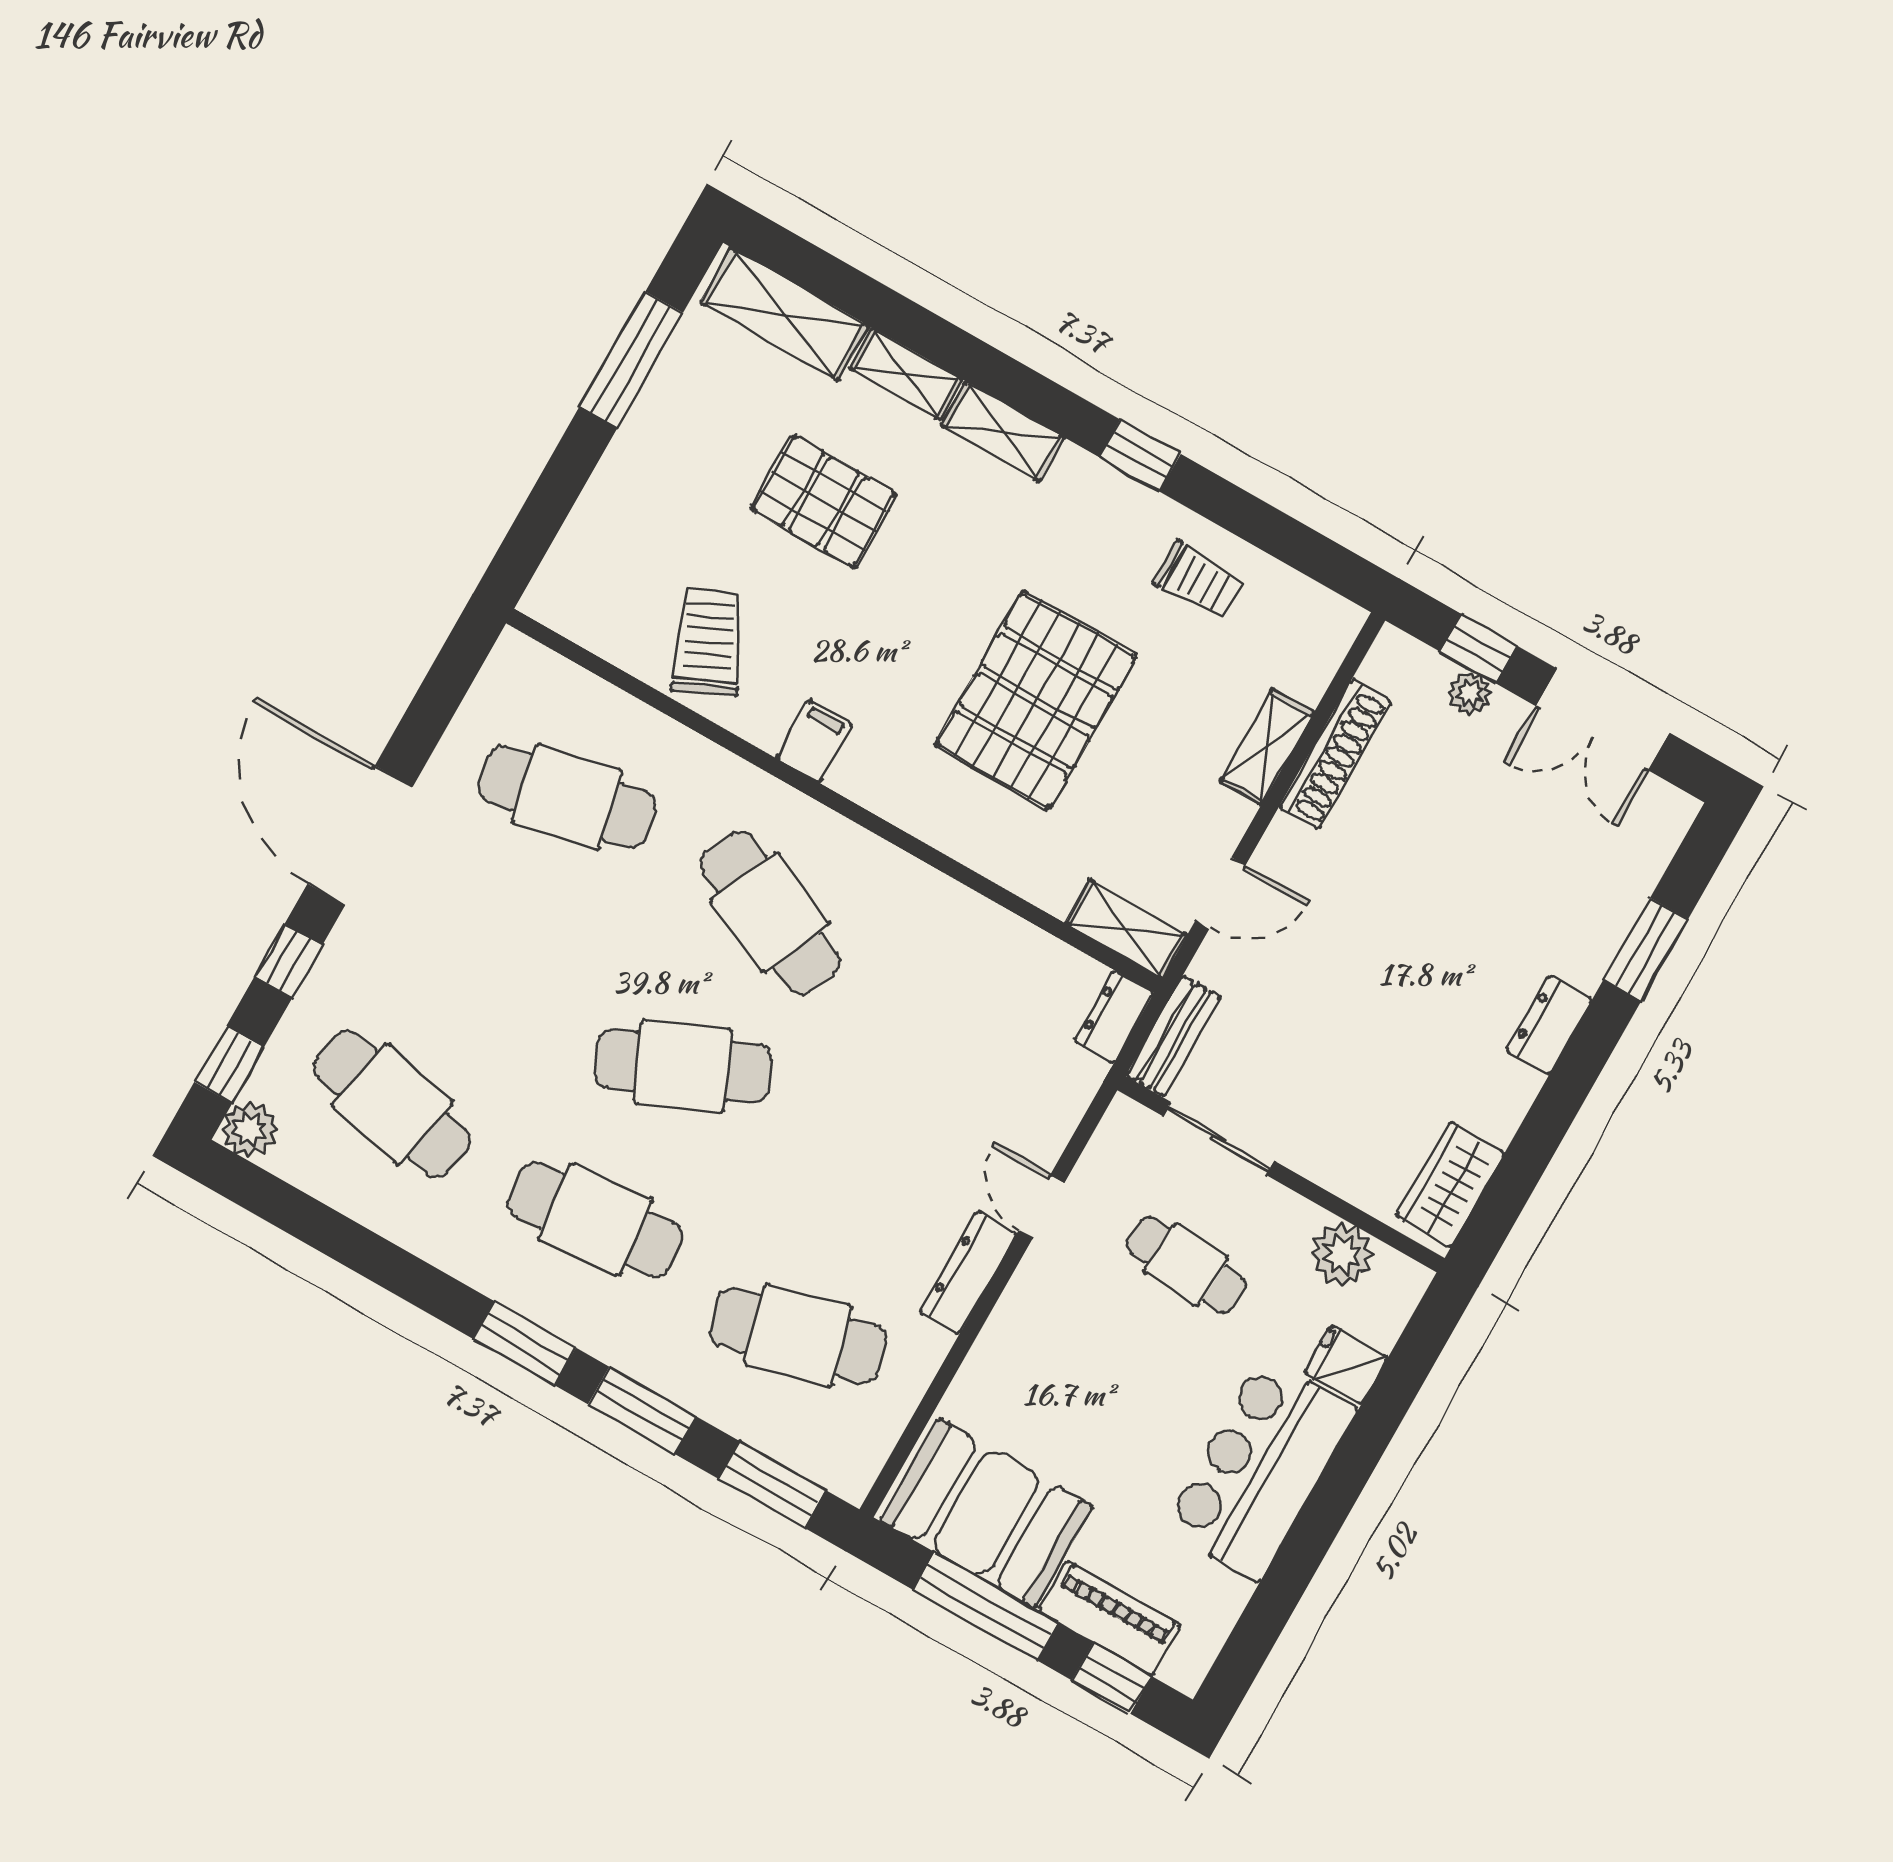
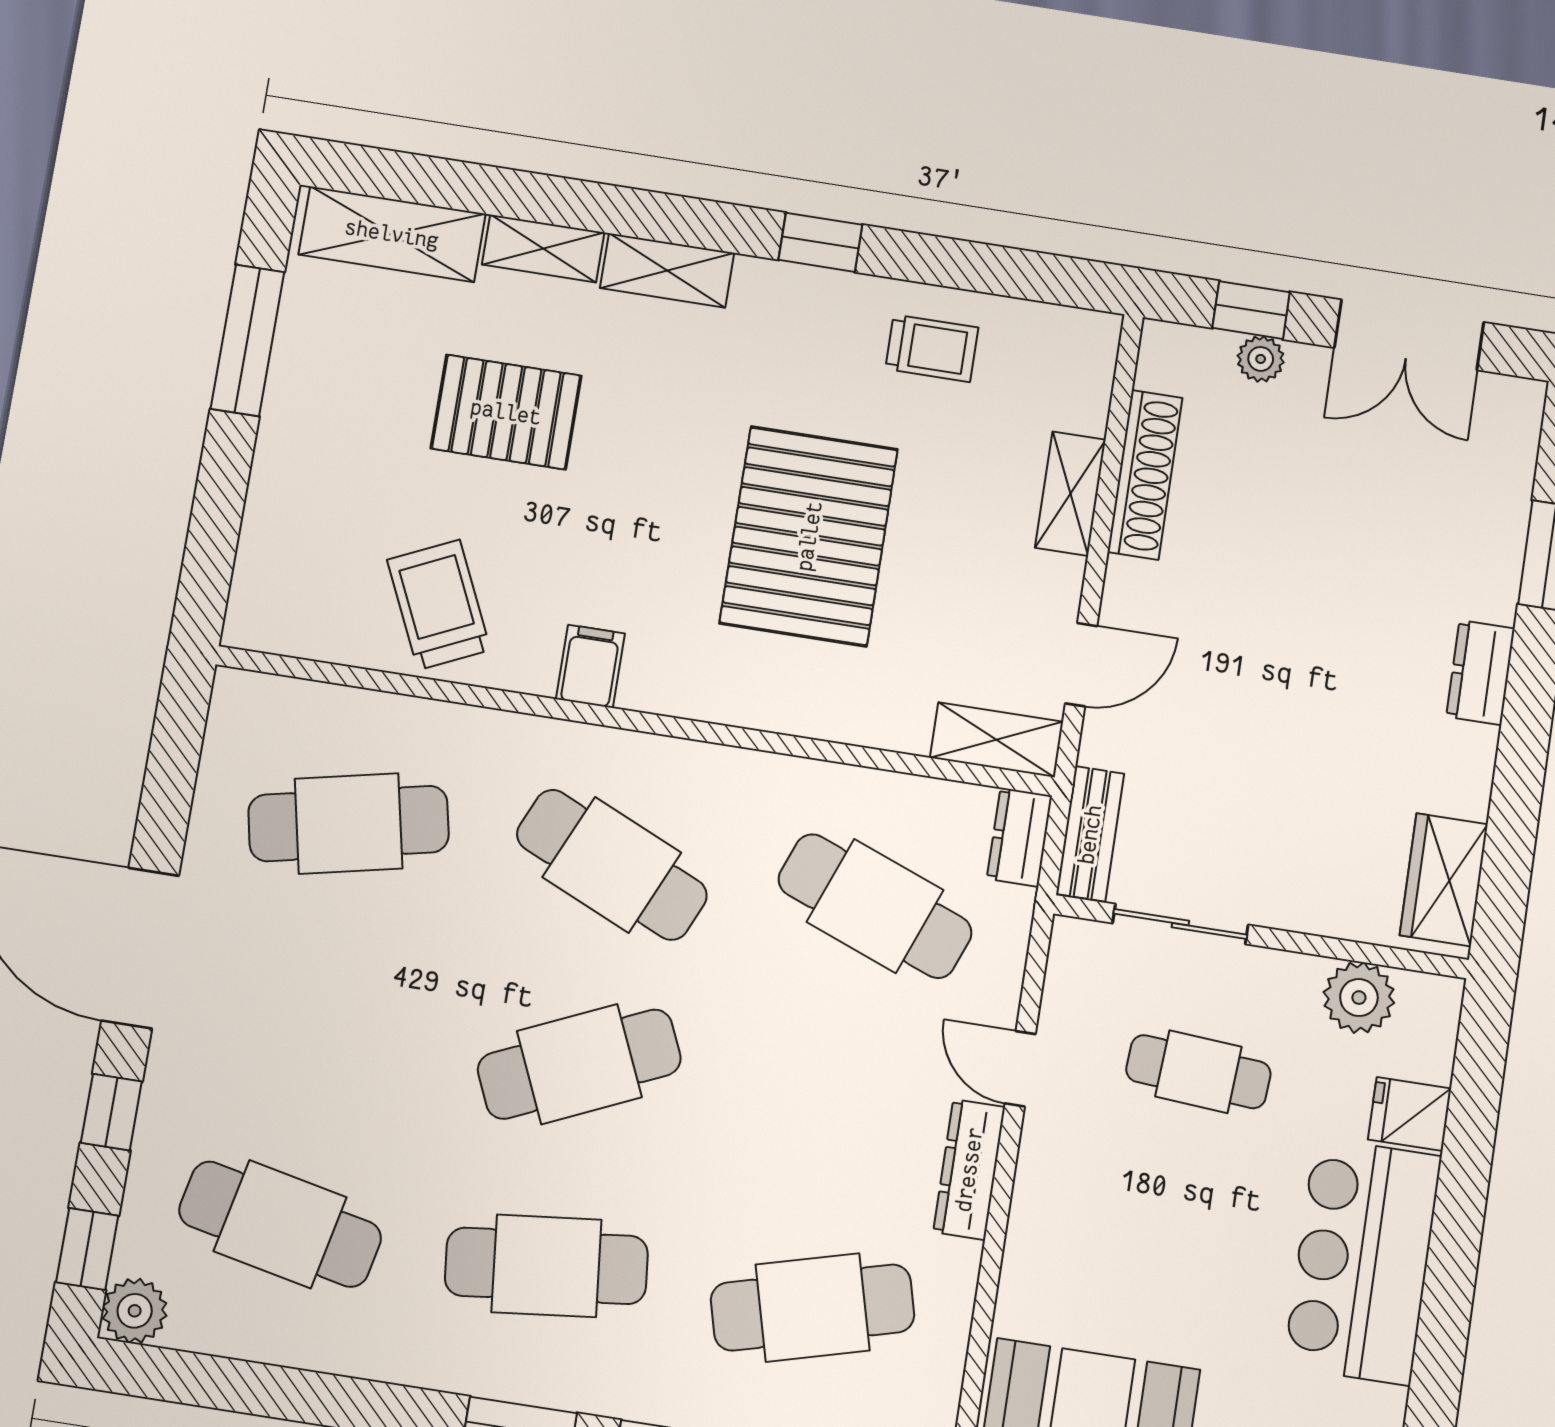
cafe table: (973, 1029) -> (875, 906), added

